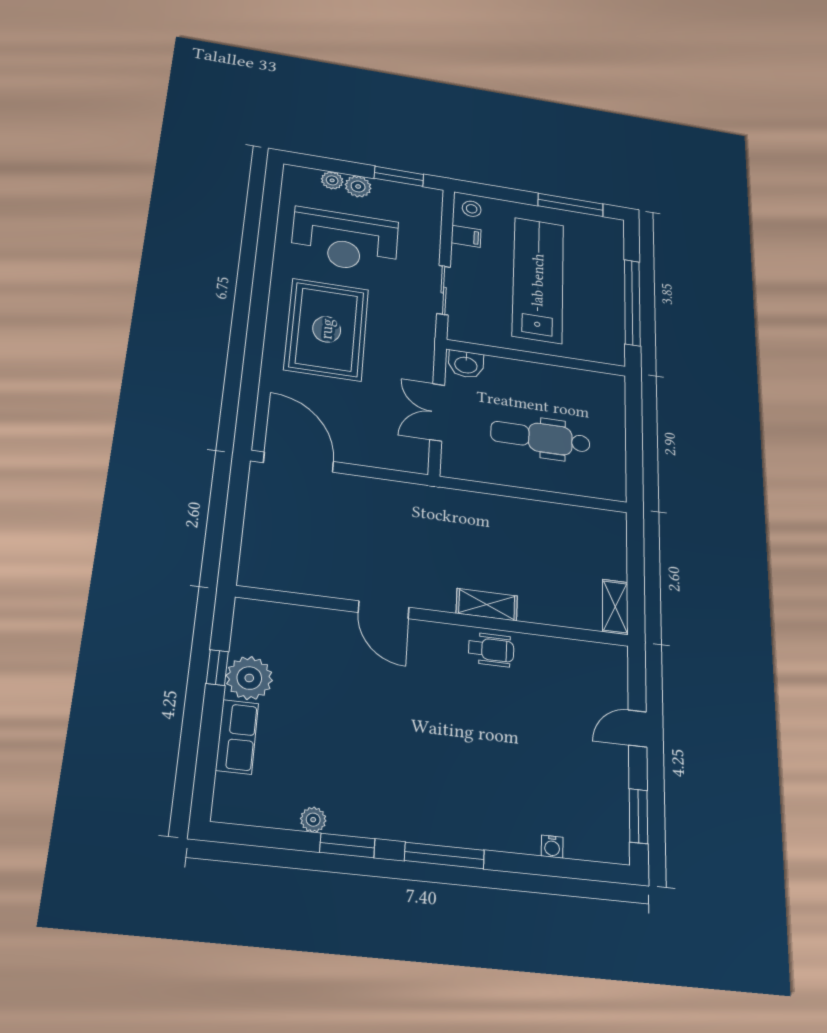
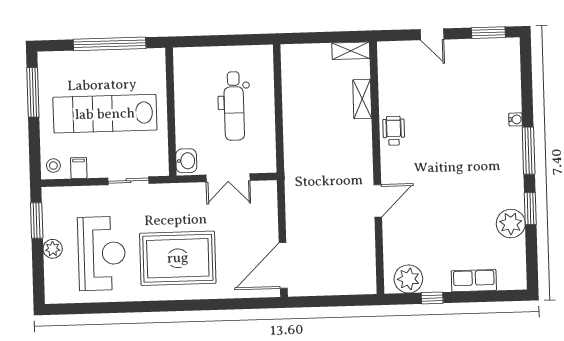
plant: (332, 180) -> (52, 268), removed
shelving: (487, 605) -> (362, 99), moved
plant: (249, 678) -> (408, 279), moved
plant: (313, 820) -> (511, 224), width x1.88, depth x1.88
water cooler: (552, 847) -> (516, 119), moved

